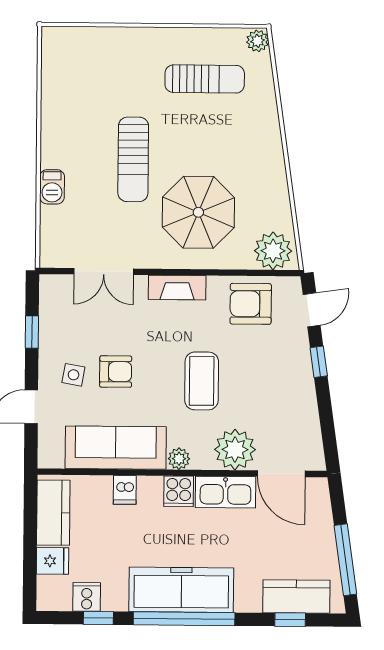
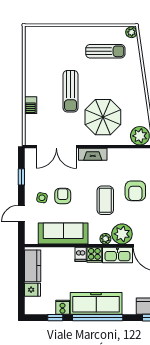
double door: (104, 271) -> (56, 147), width x1.37
armchair: (251, 304) -> (135, 191), moved, turned -90
armchair: (116, 372) -> (63, 196), turned -90
plant: (179, 459) -> (105, 239), moved
dishwasher: (125, 490) -> (81, 254), moved
cooker: (87, 597) -> (63, 307), moved

